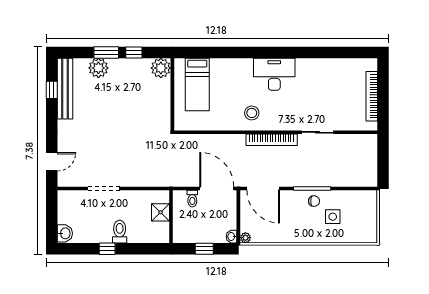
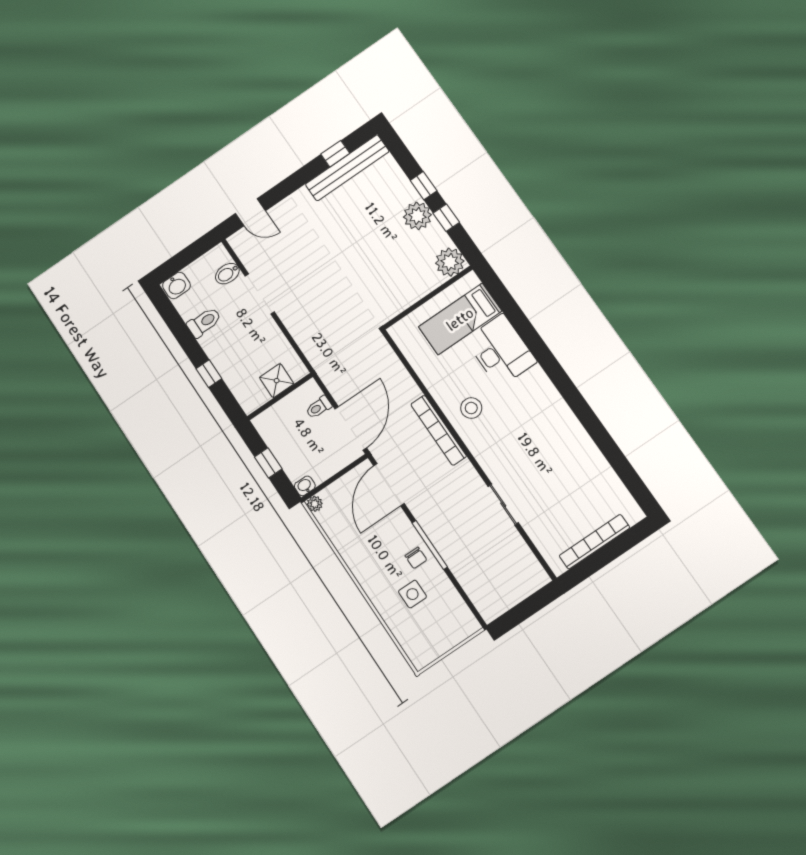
window: (106, 52) -> (424, 186), width x0.67
plant: (98, 68) -> (417, 216), moved
desk: (274, 74) -> (501, 351), moved
bookcase: (272, 140) -> (439, 430), moved
bidet: (79, 199) -> (227, 274), added
toilet: (120, 232) -> (204, 322), moved
window: (107, 249) -> (209, 374), moved

